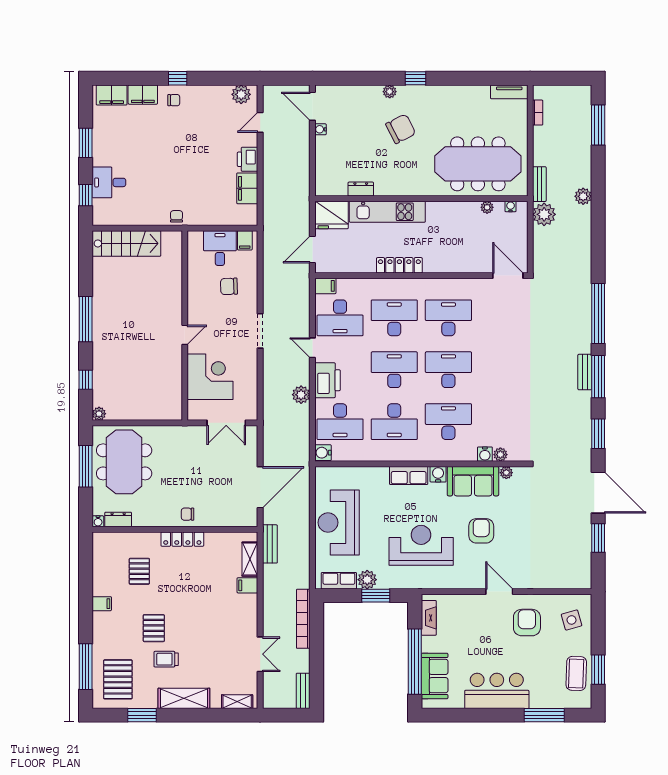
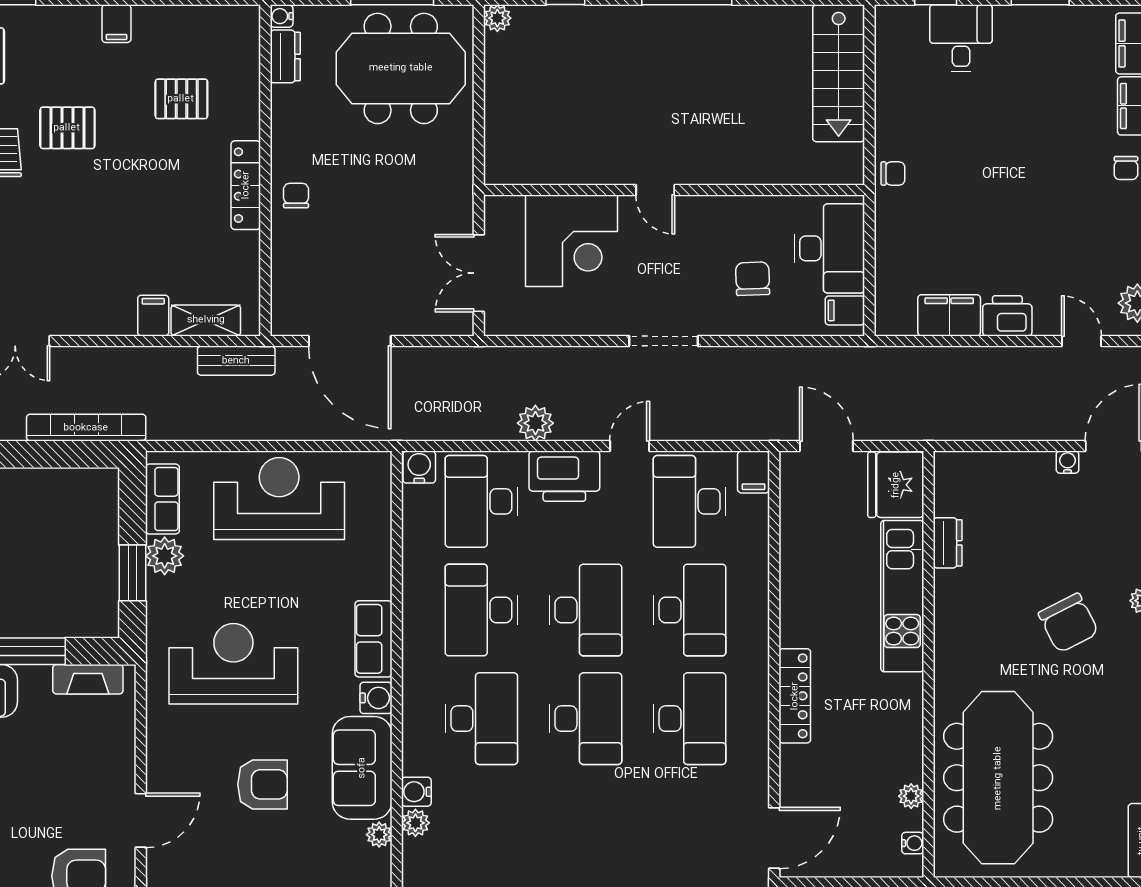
desk: (220, 248) -> (829, 248), width x1.37
locker: (399, 265) -> (795, 696), moved
reception desk: (421, 545) -> (233, 664), turned -90

